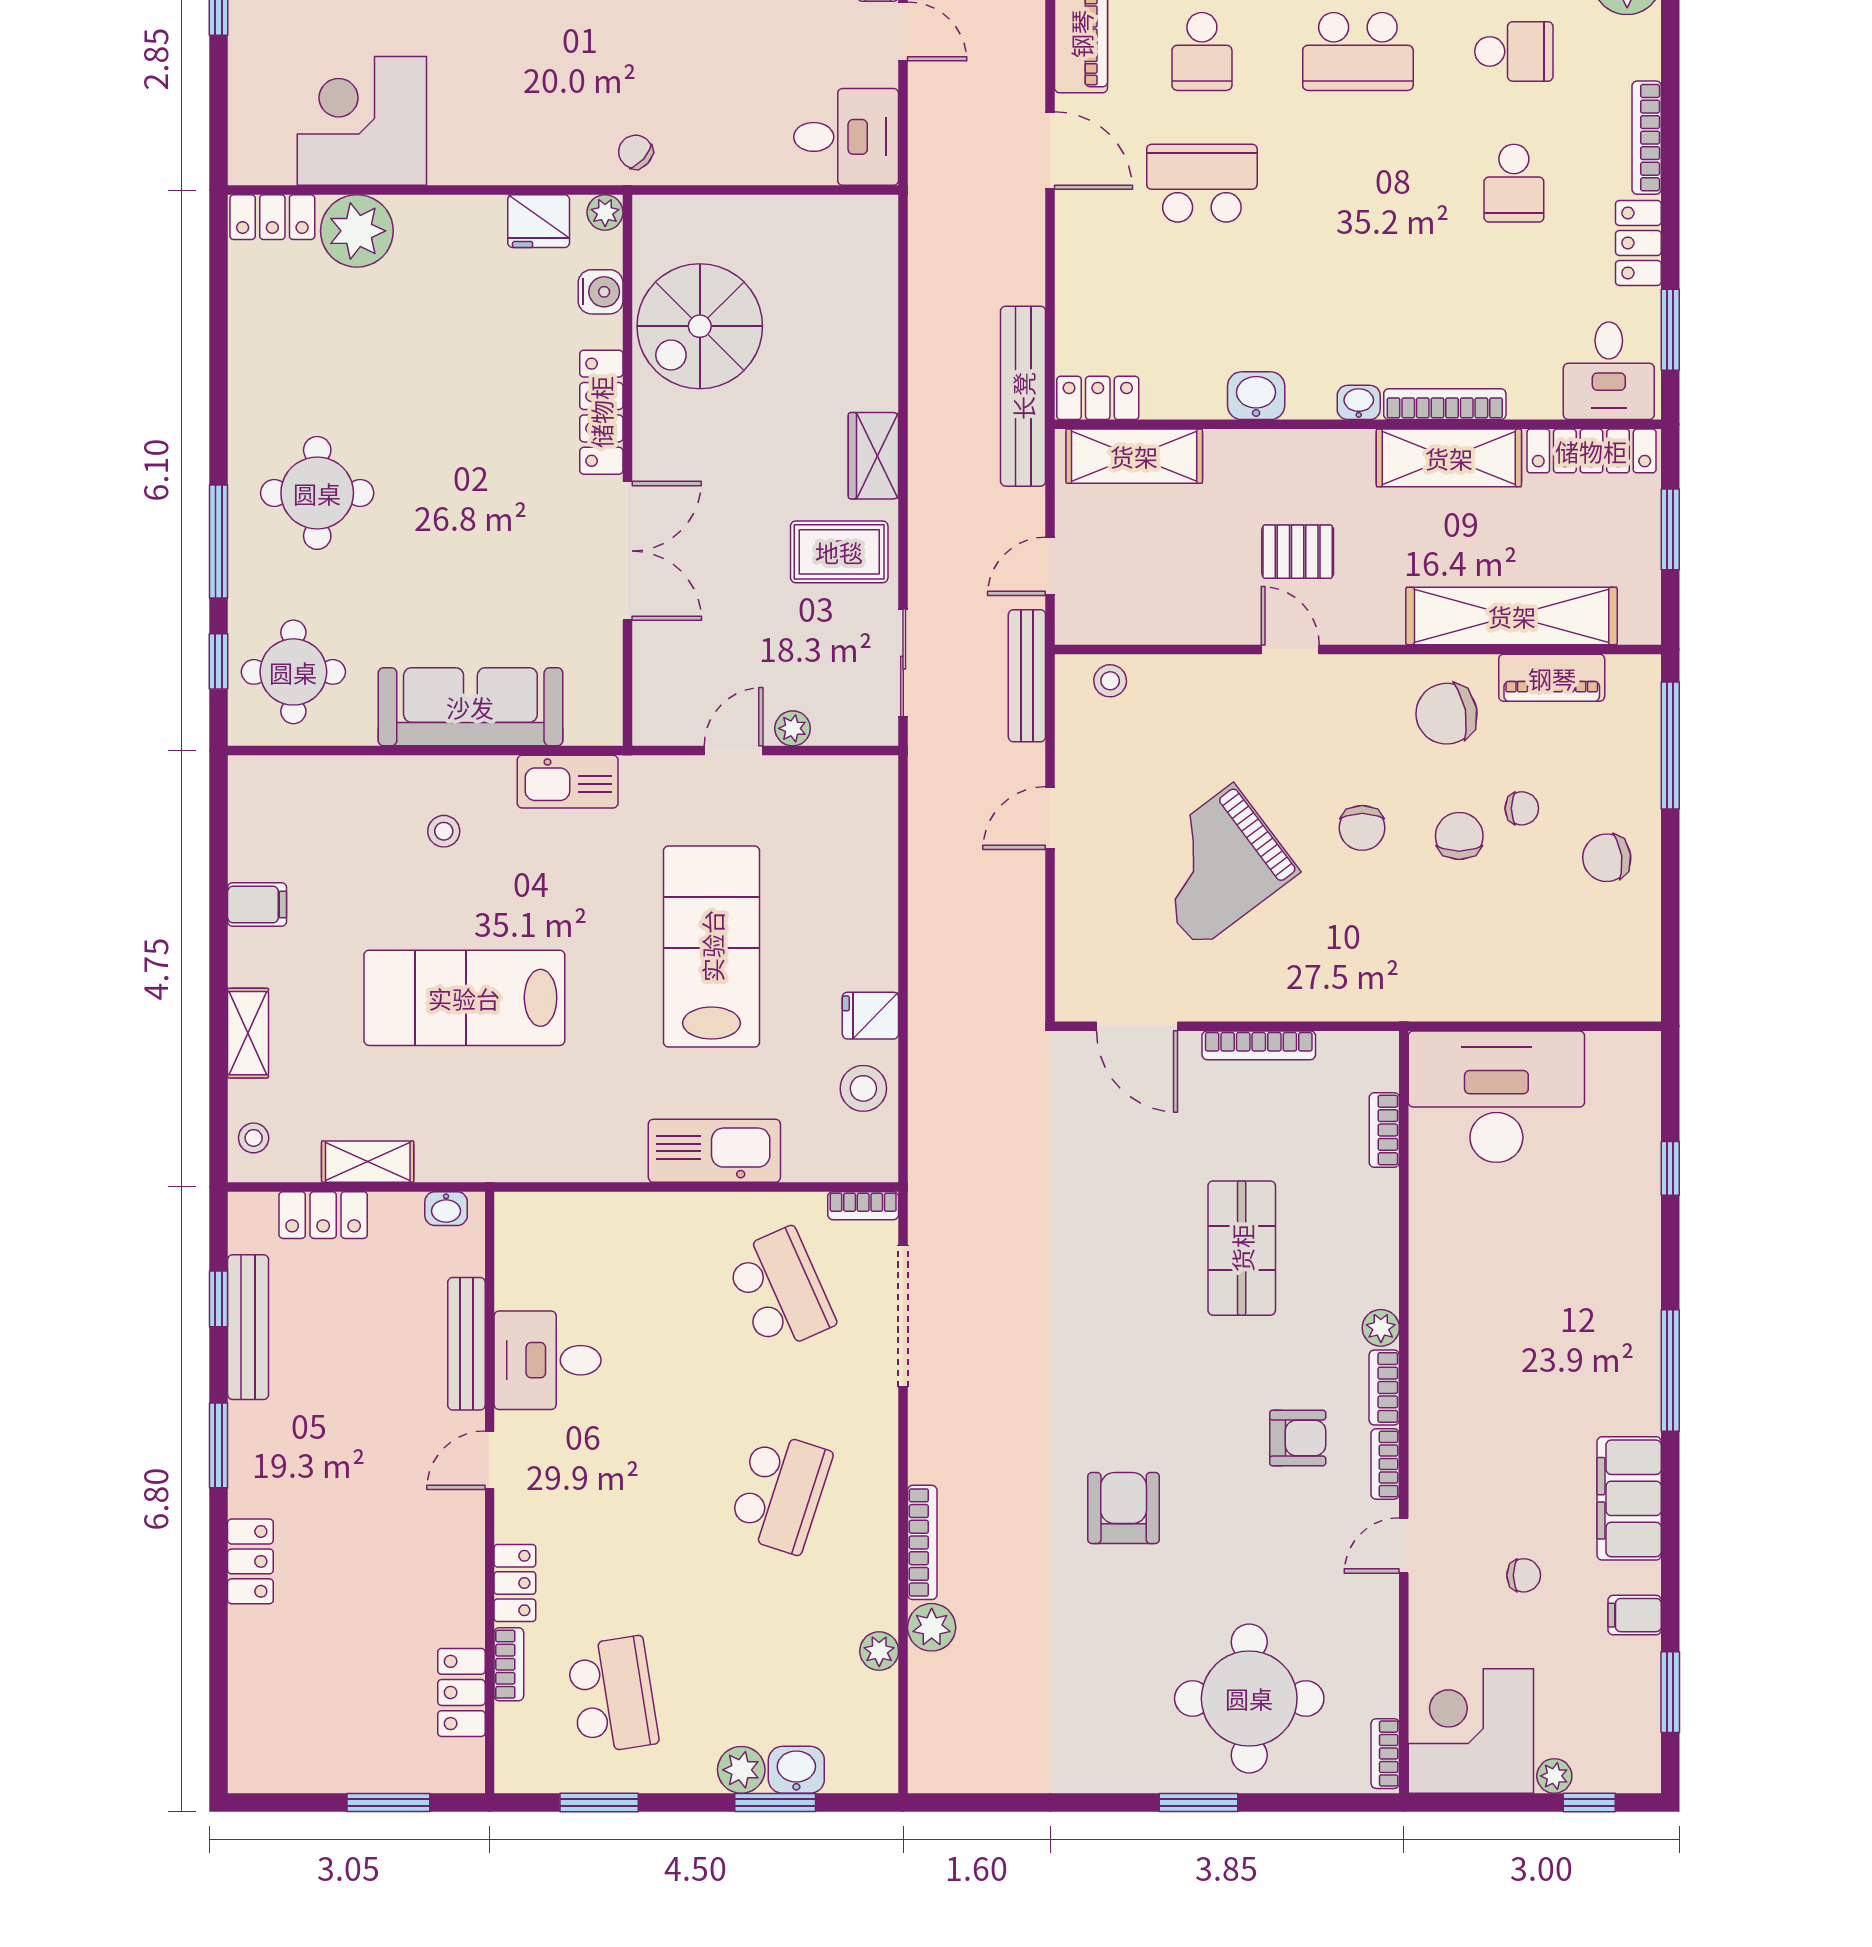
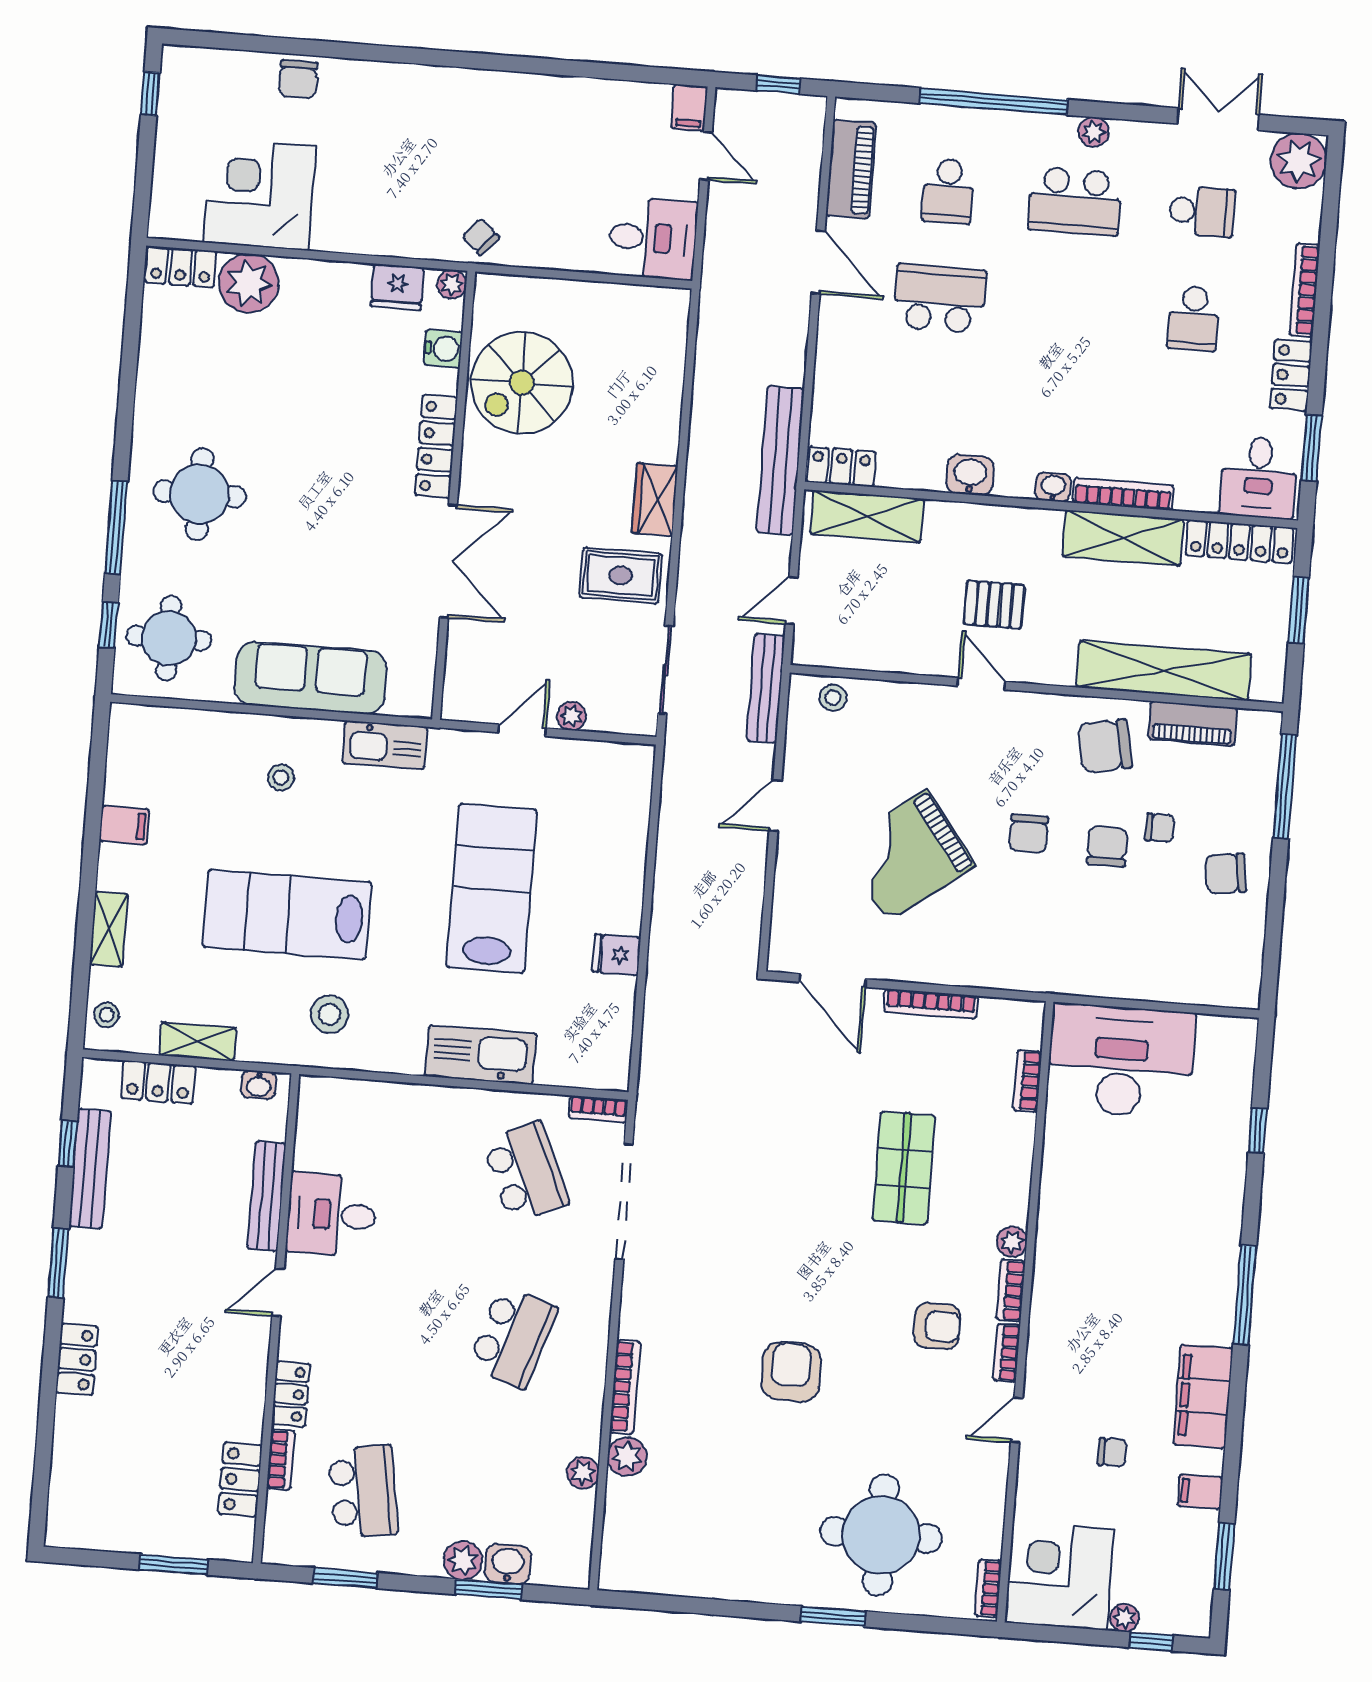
stool: (863, 1088) -> (330, 1014), moved

